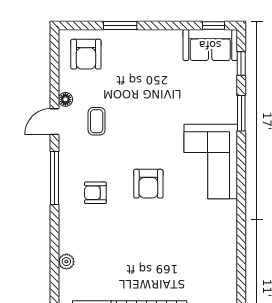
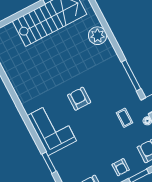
armchair: (95, 193) -> (121, 167), moved, turned 90
plant: (66, 262) -> (98, 36), width x1.88, depth x1.88

